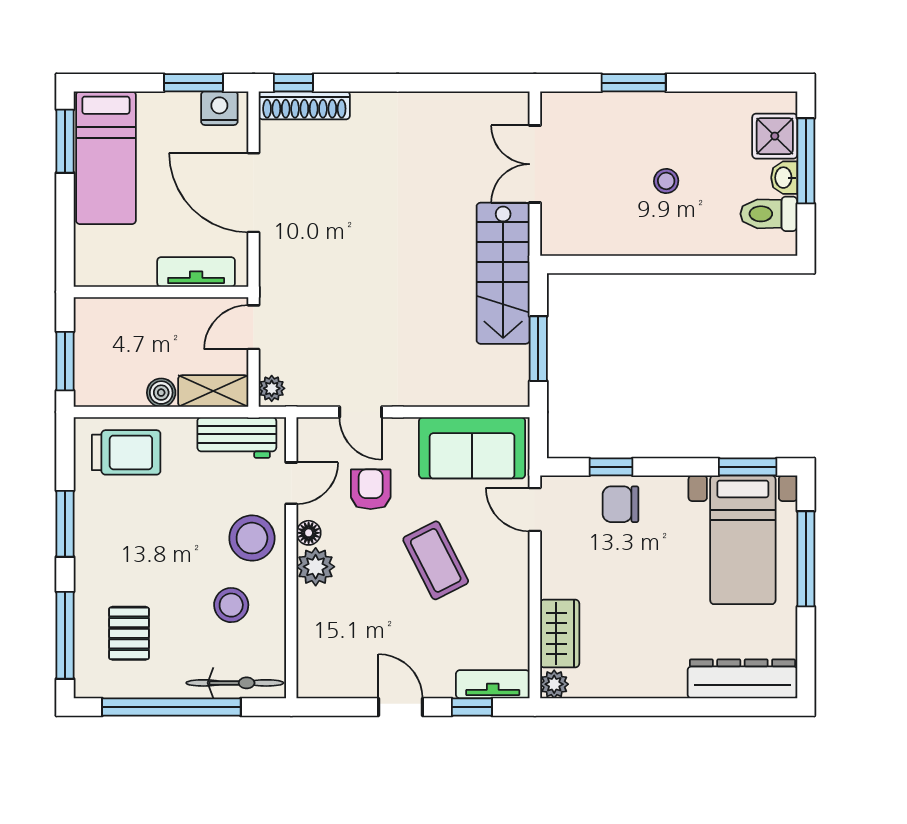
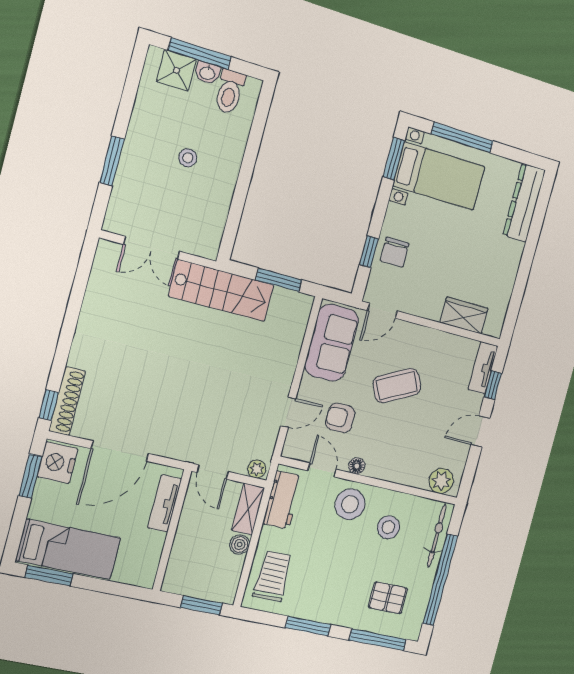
nightstand: (219, 108) -> (57, 463), width x1.36, depth x1.33
plant: (316, 567) -> (441, 481), moved
plant: (554, 684) -> (494, 328), removed

